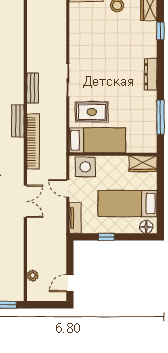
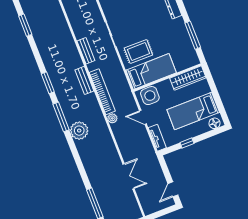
wardrobe: (143, 164) -> (188, 78), width x1.50
double door: (25, 201) -> (129, 176), moved
plant: (33, 276) -> (112, 118), moved

